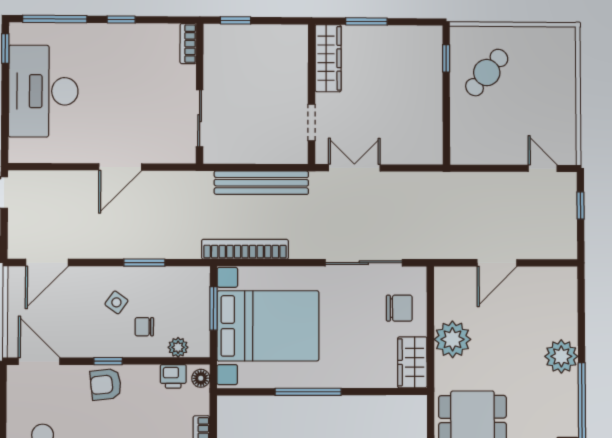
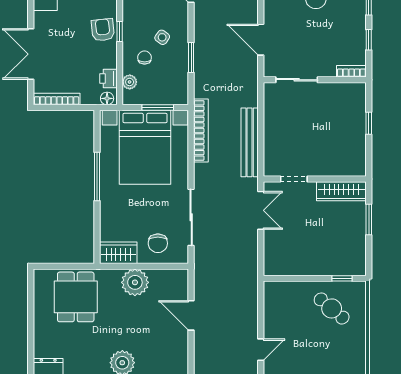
bookcase: (188, 44) -> (351, 71), moved
wall: (200, 94) -> (315, 80), moved
sliding door: (200, 118) -> (297, 80), moved

